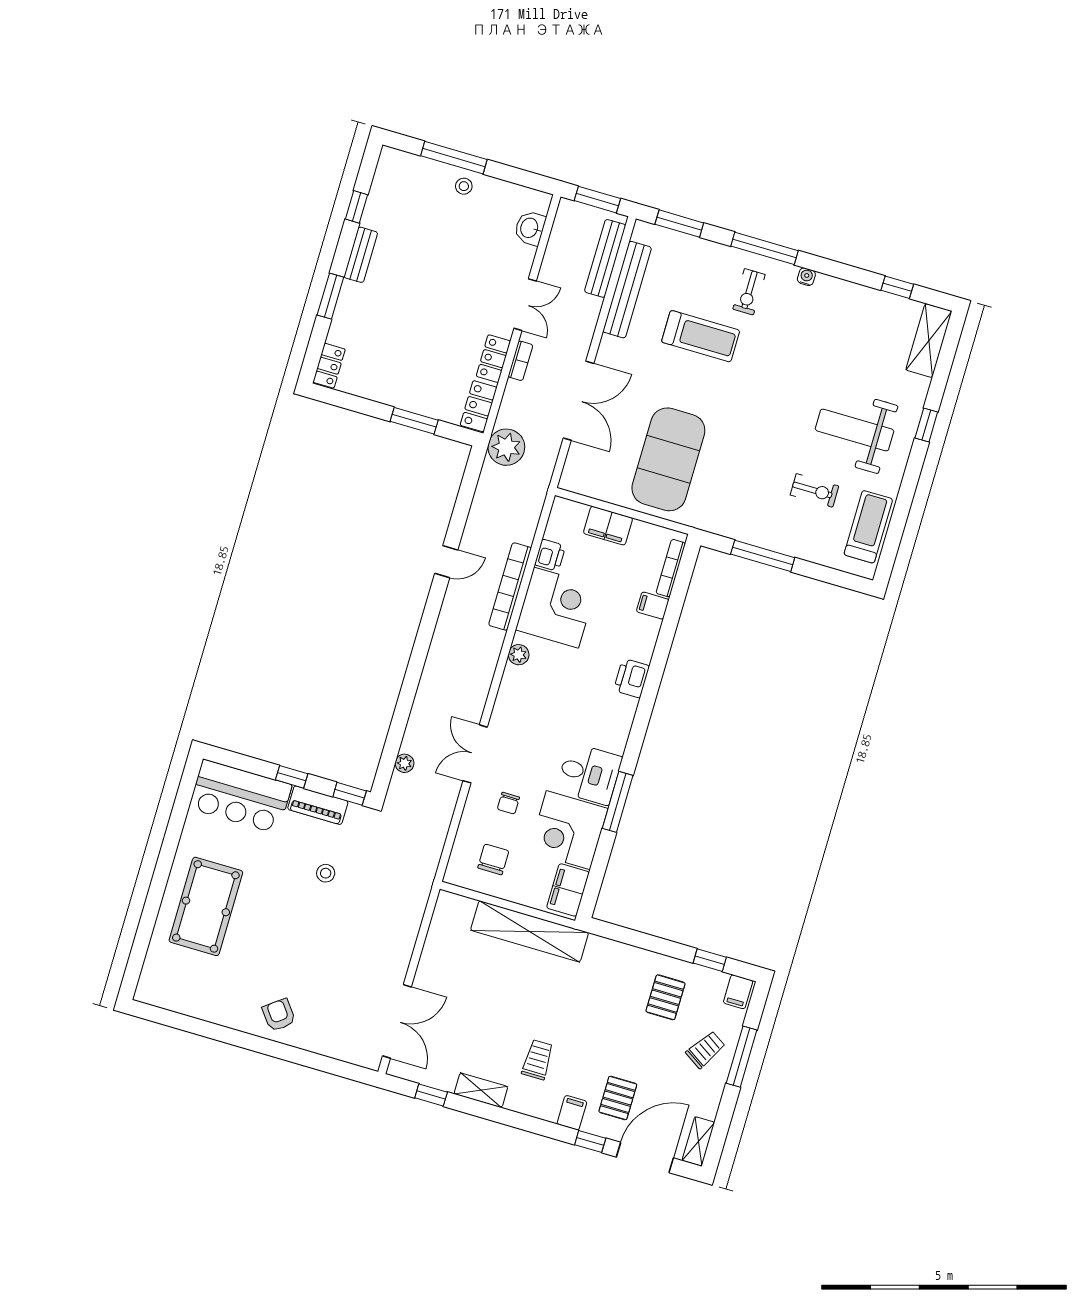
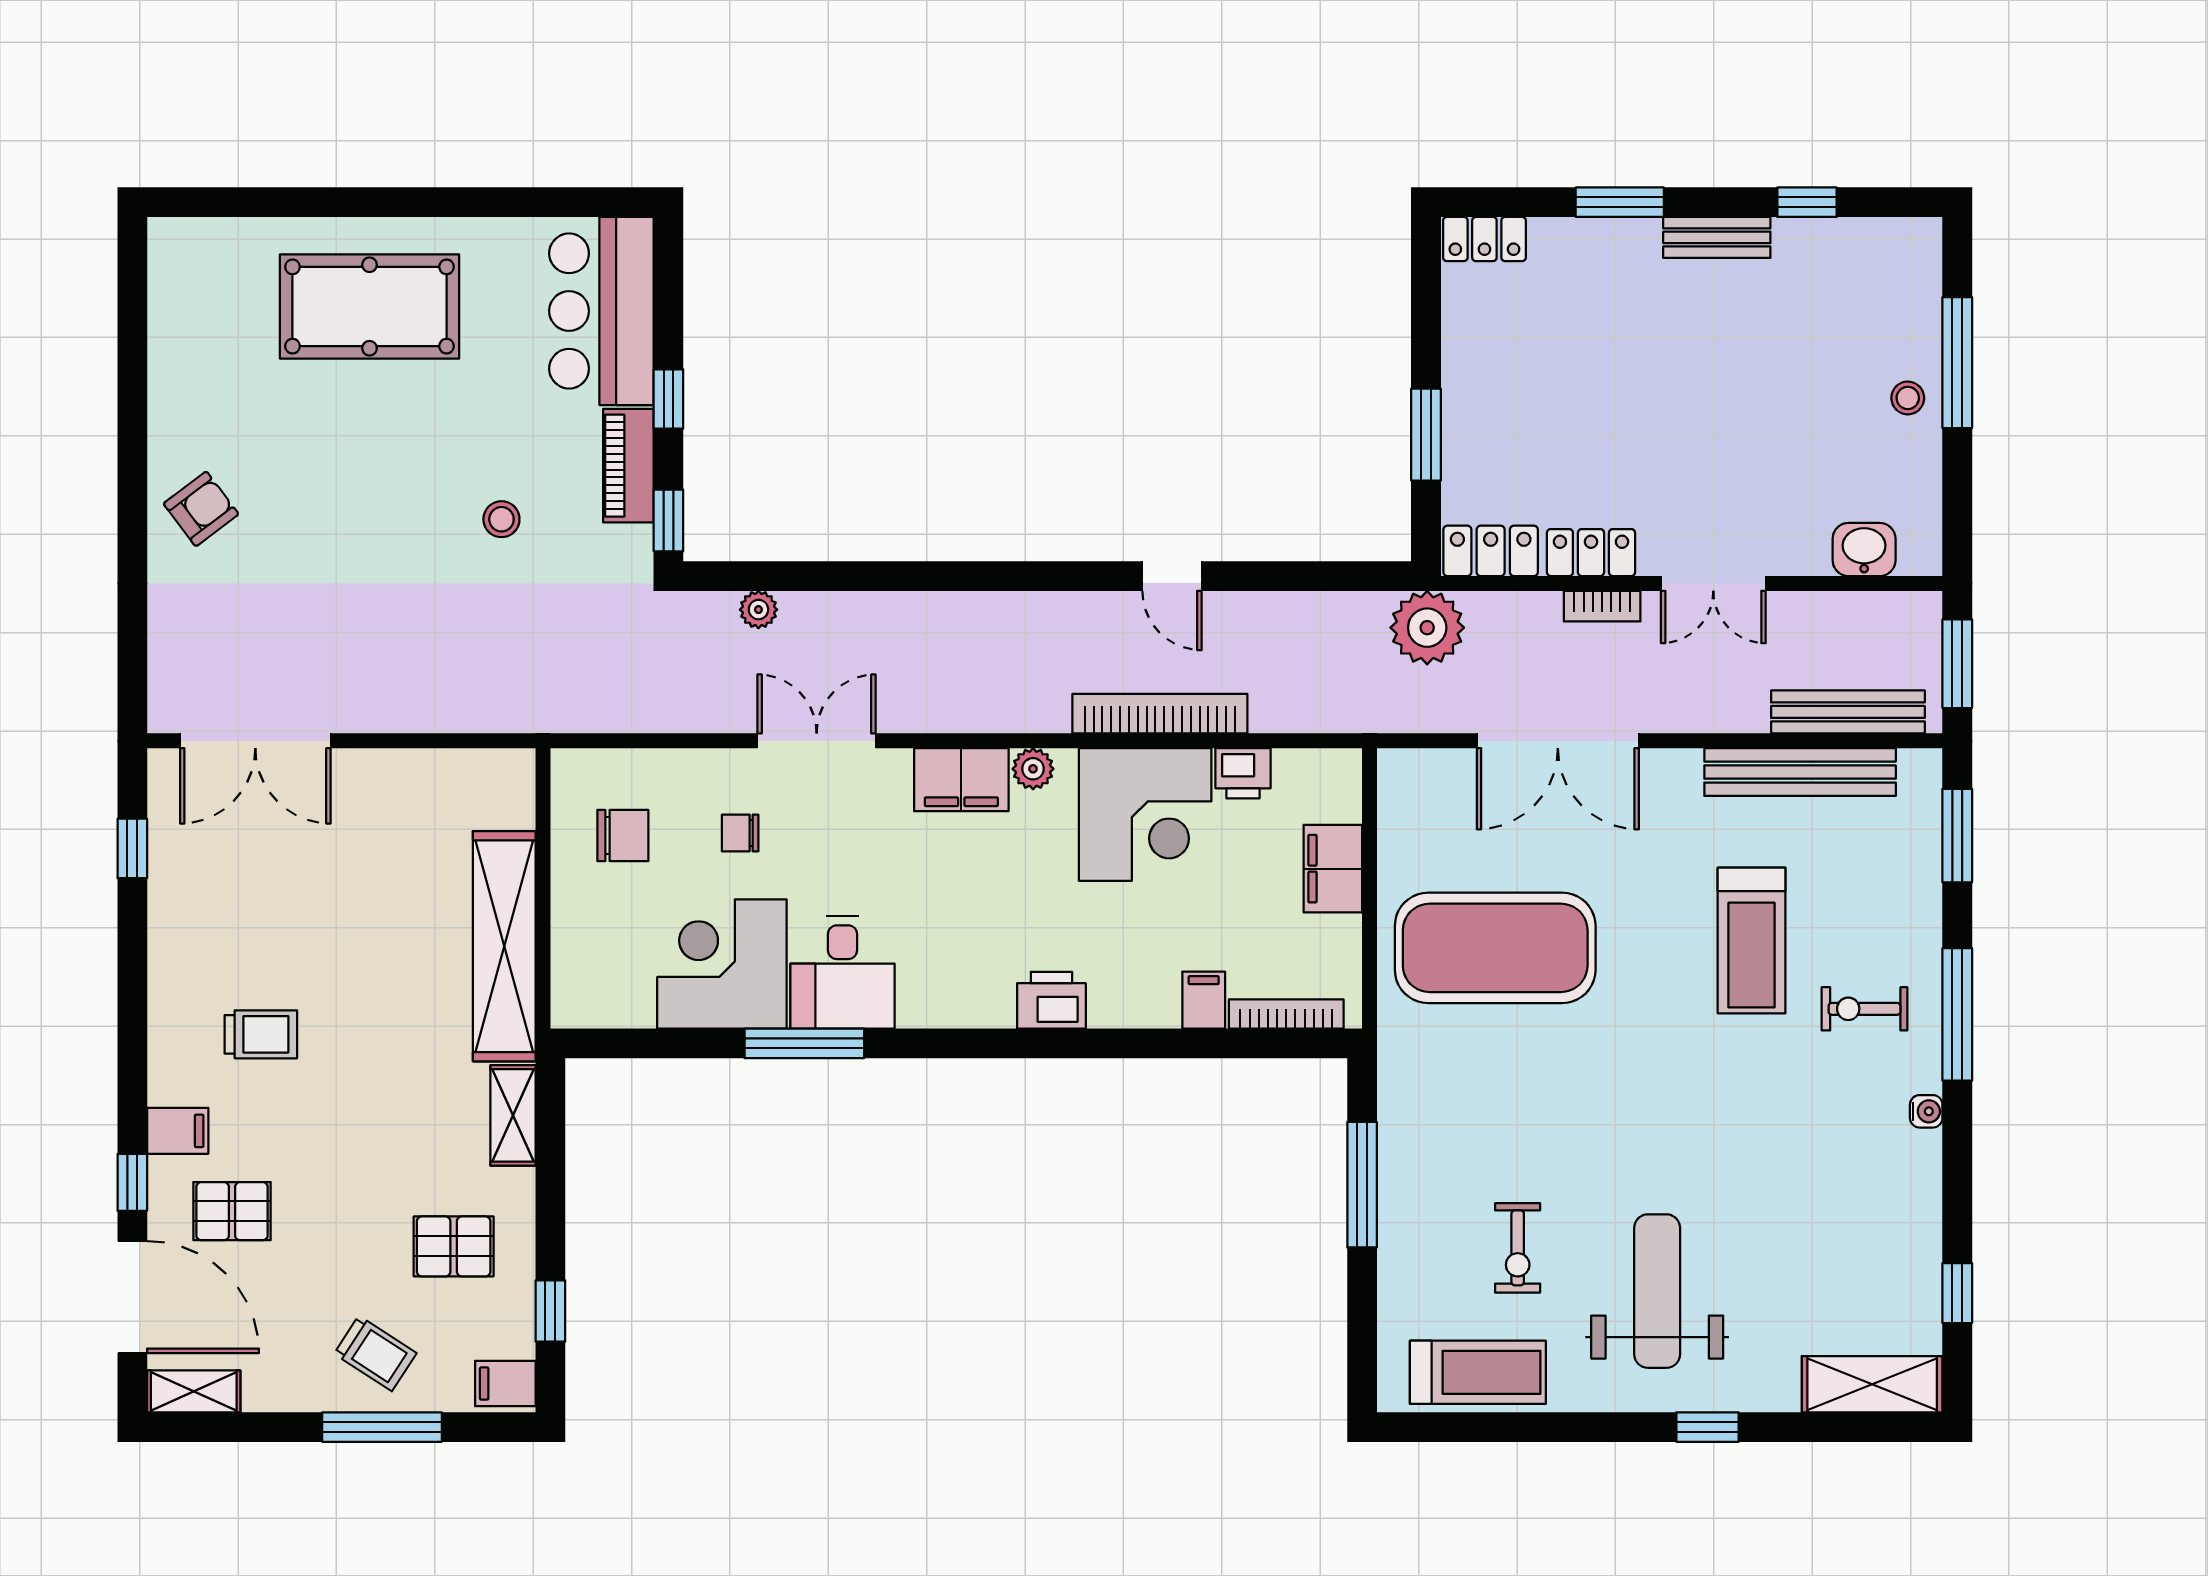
filing cabinet: (568, 890) -> (961, 780), moved, turned 180
shelving: (481, 1090) -> (513, 1115), moved

